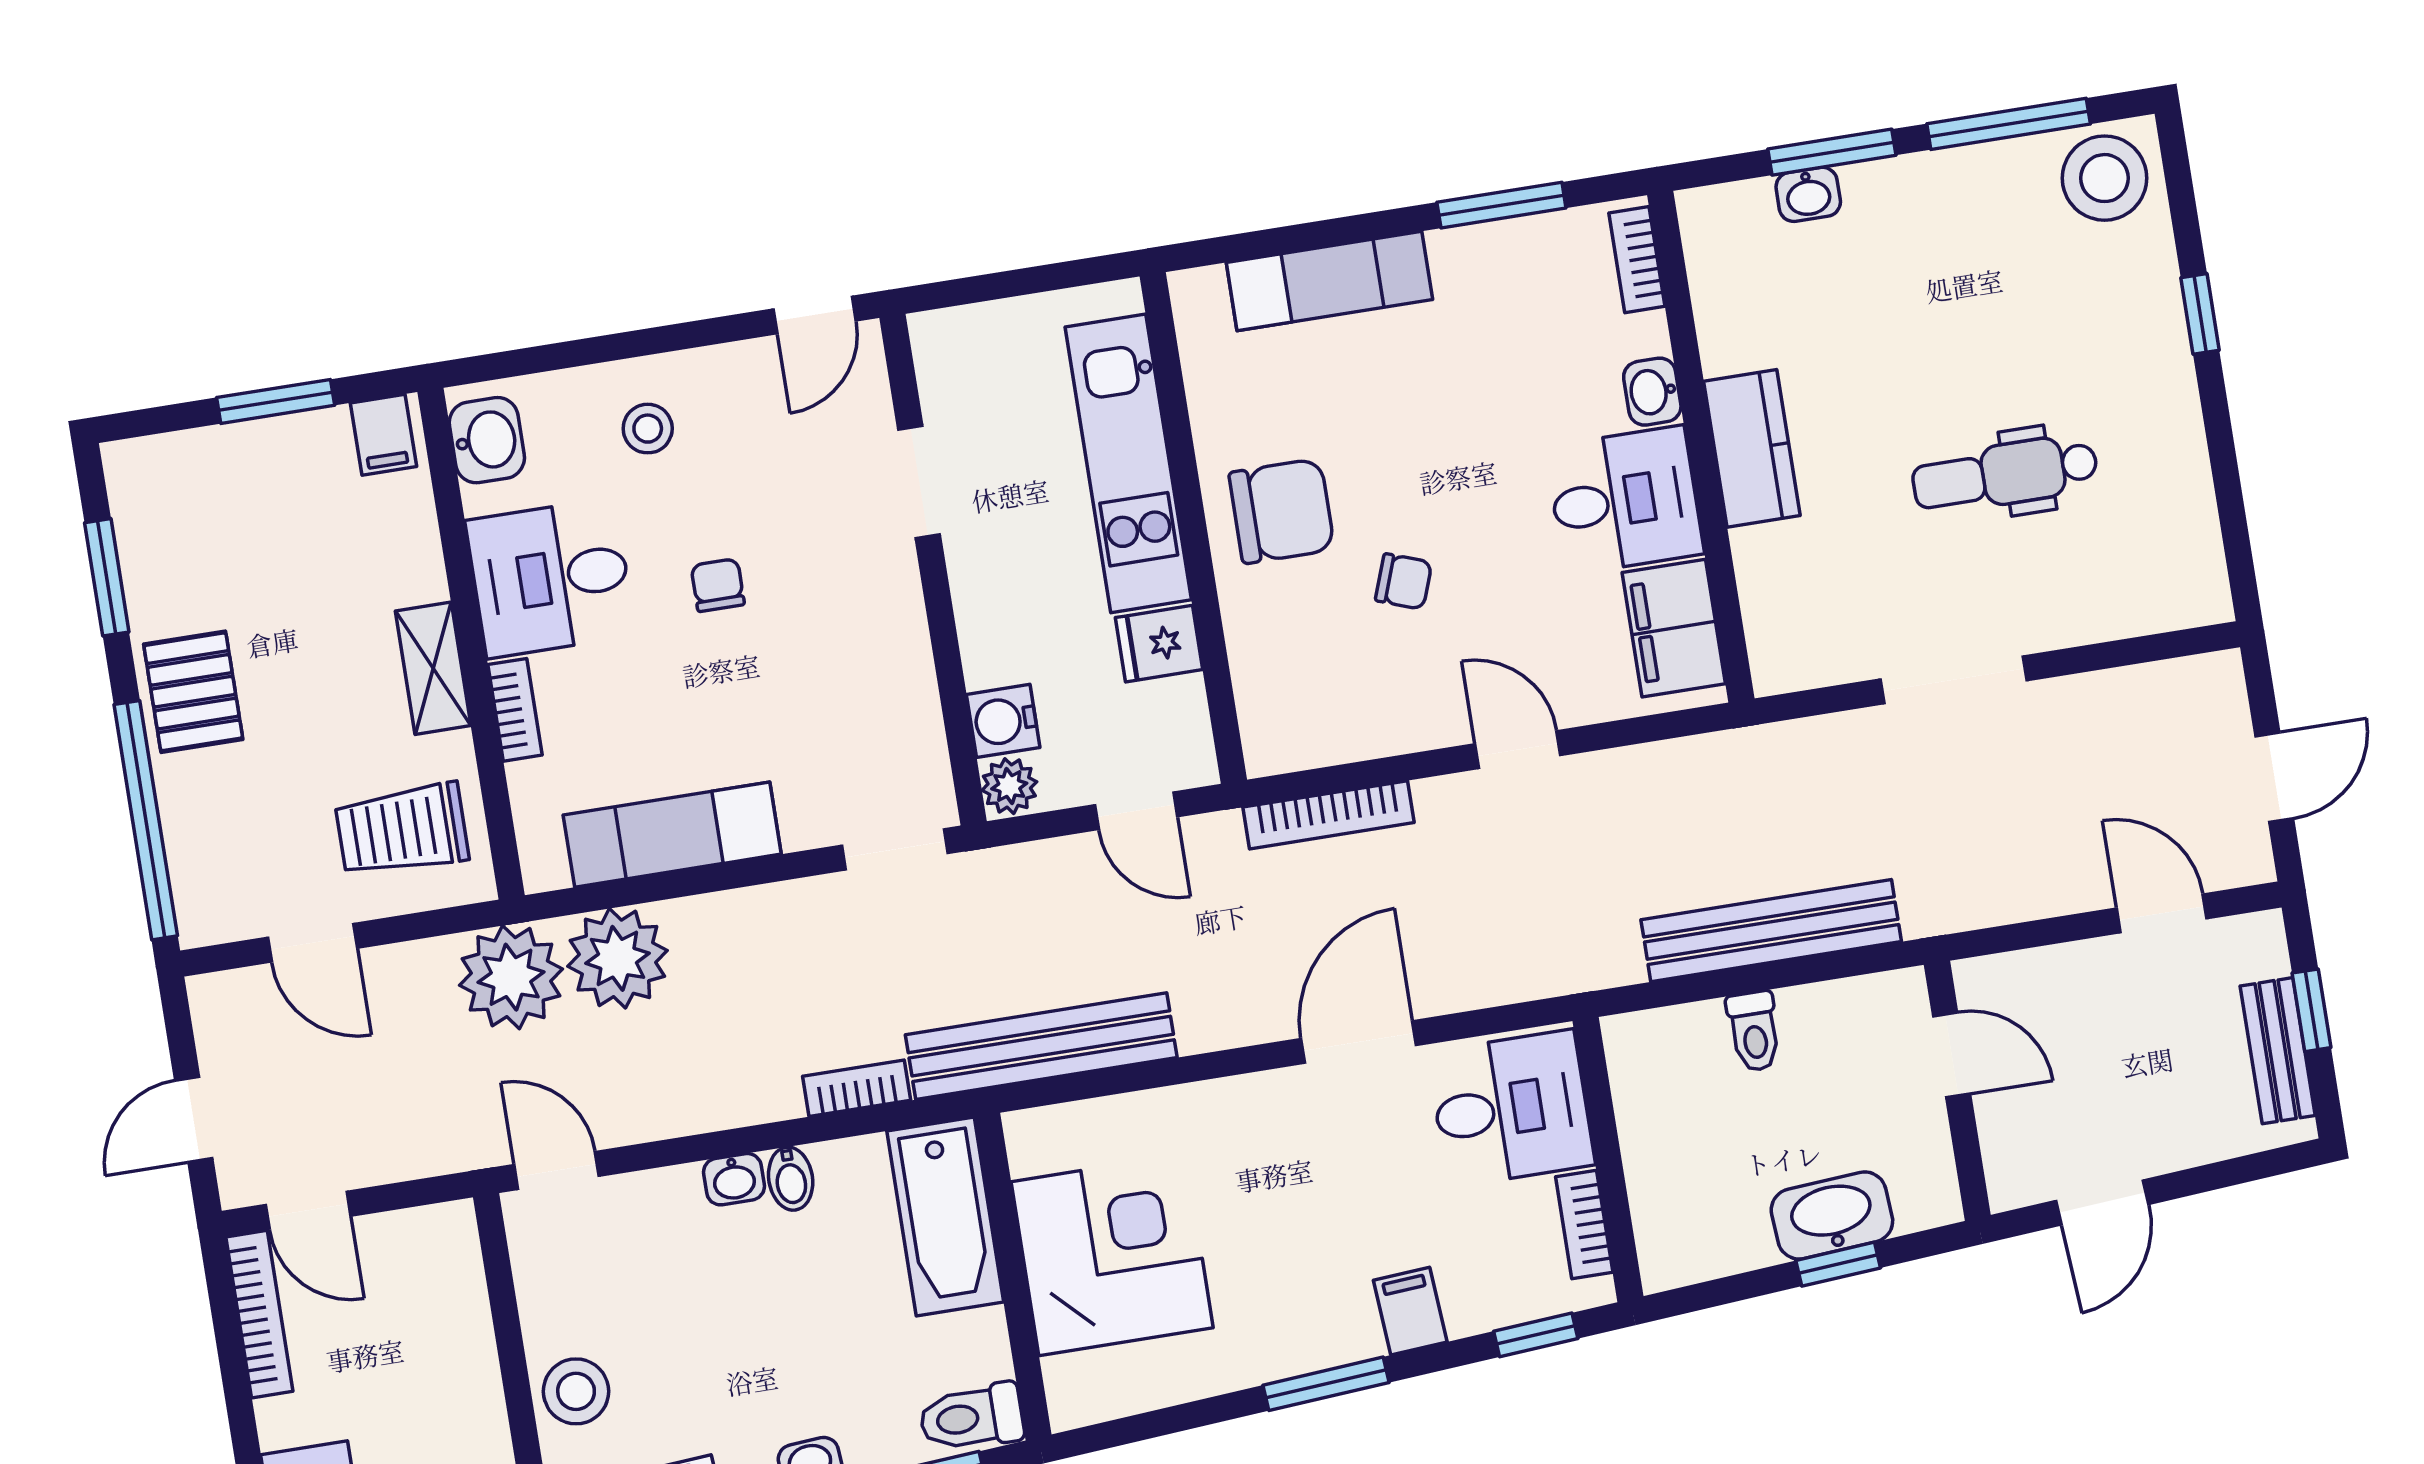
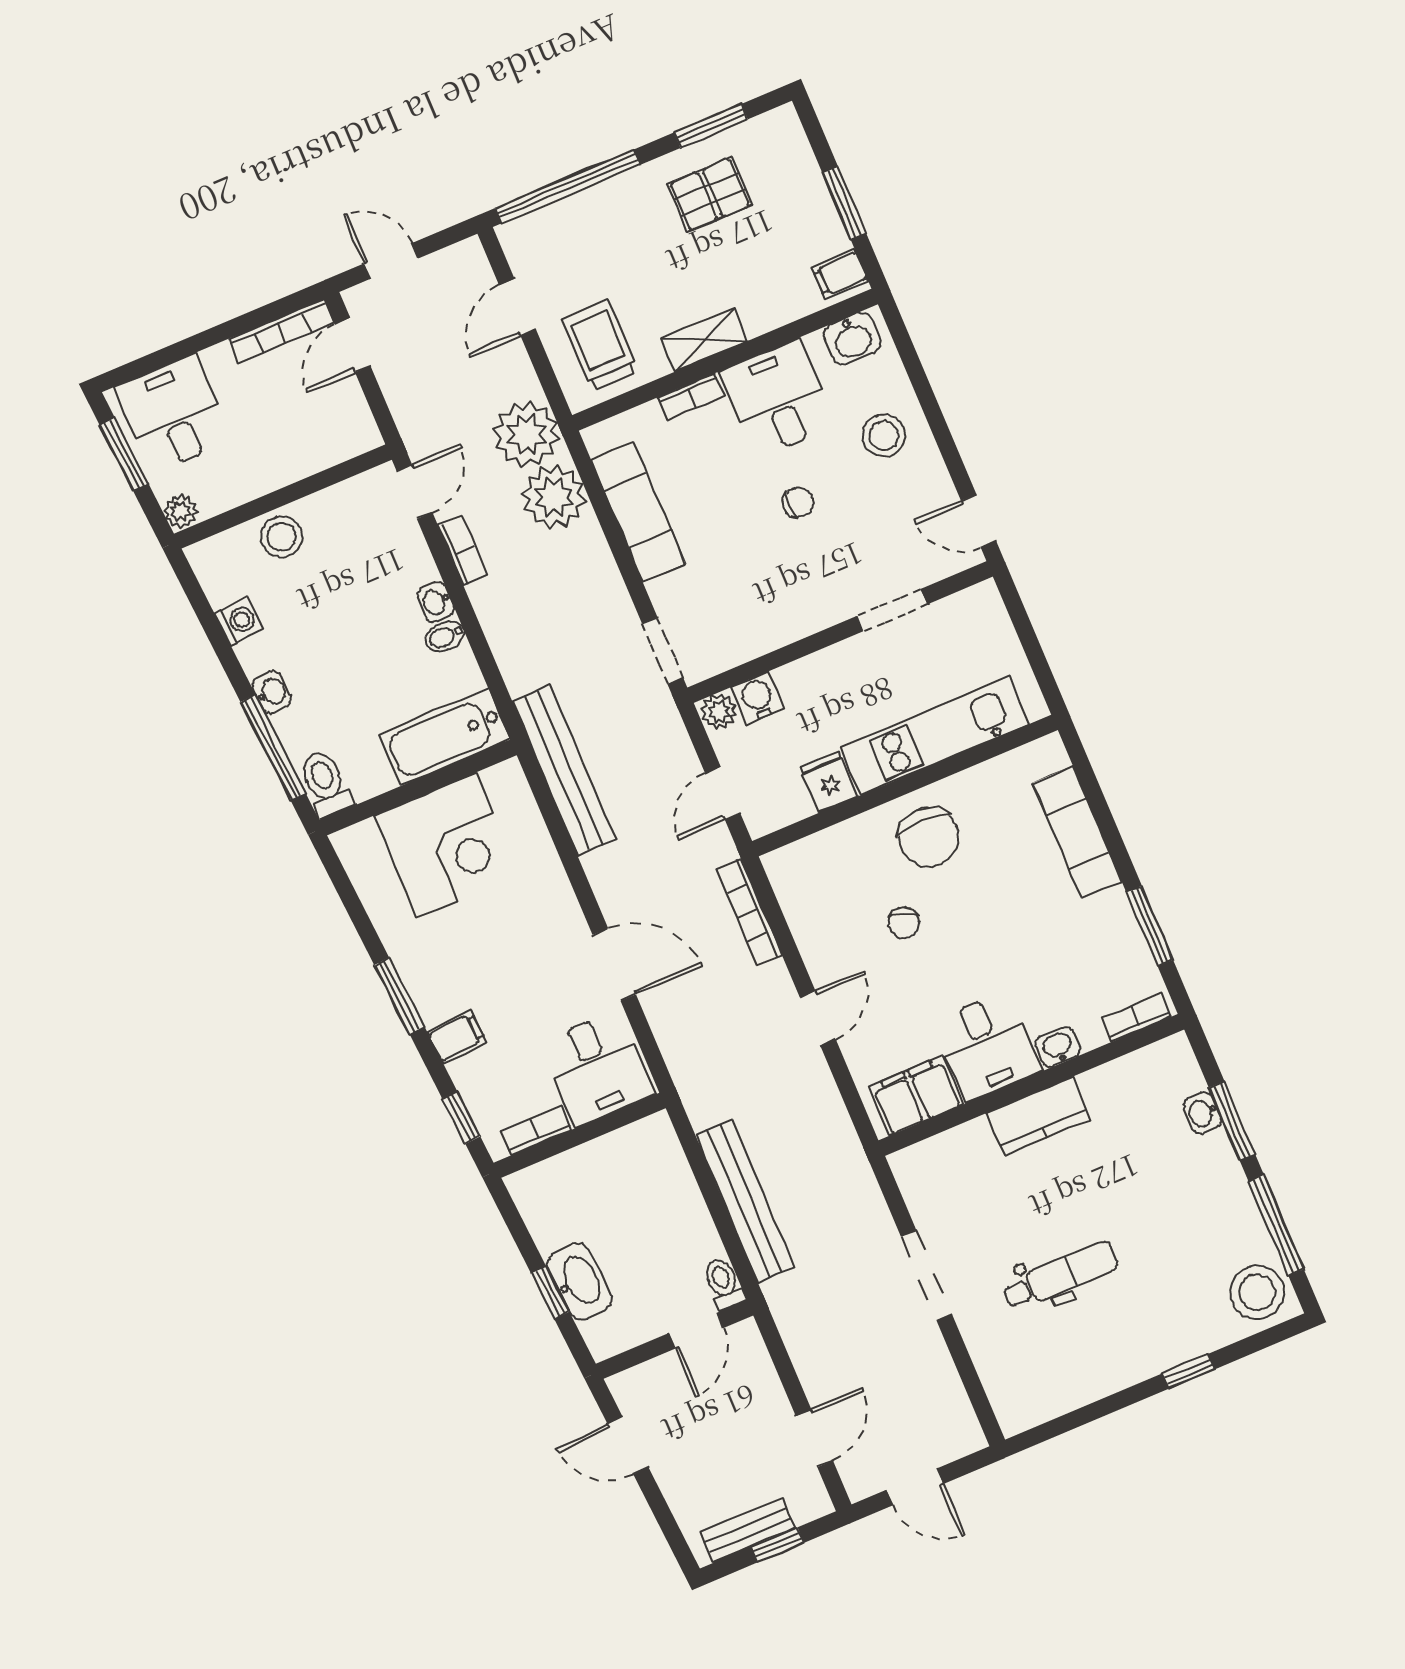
stool: (648, 429) -> (884, 436), width x1.37, depth x1.37
dental chair: (2005, 474) -> (1060, 1276), turned 90
pallet: (193, 692) -> (710, 194), moved
toilet: (1754, 1031) -> (724, 1283), moved, turned 90
bookcase: (857, 1088) -> (463, 551), moved

